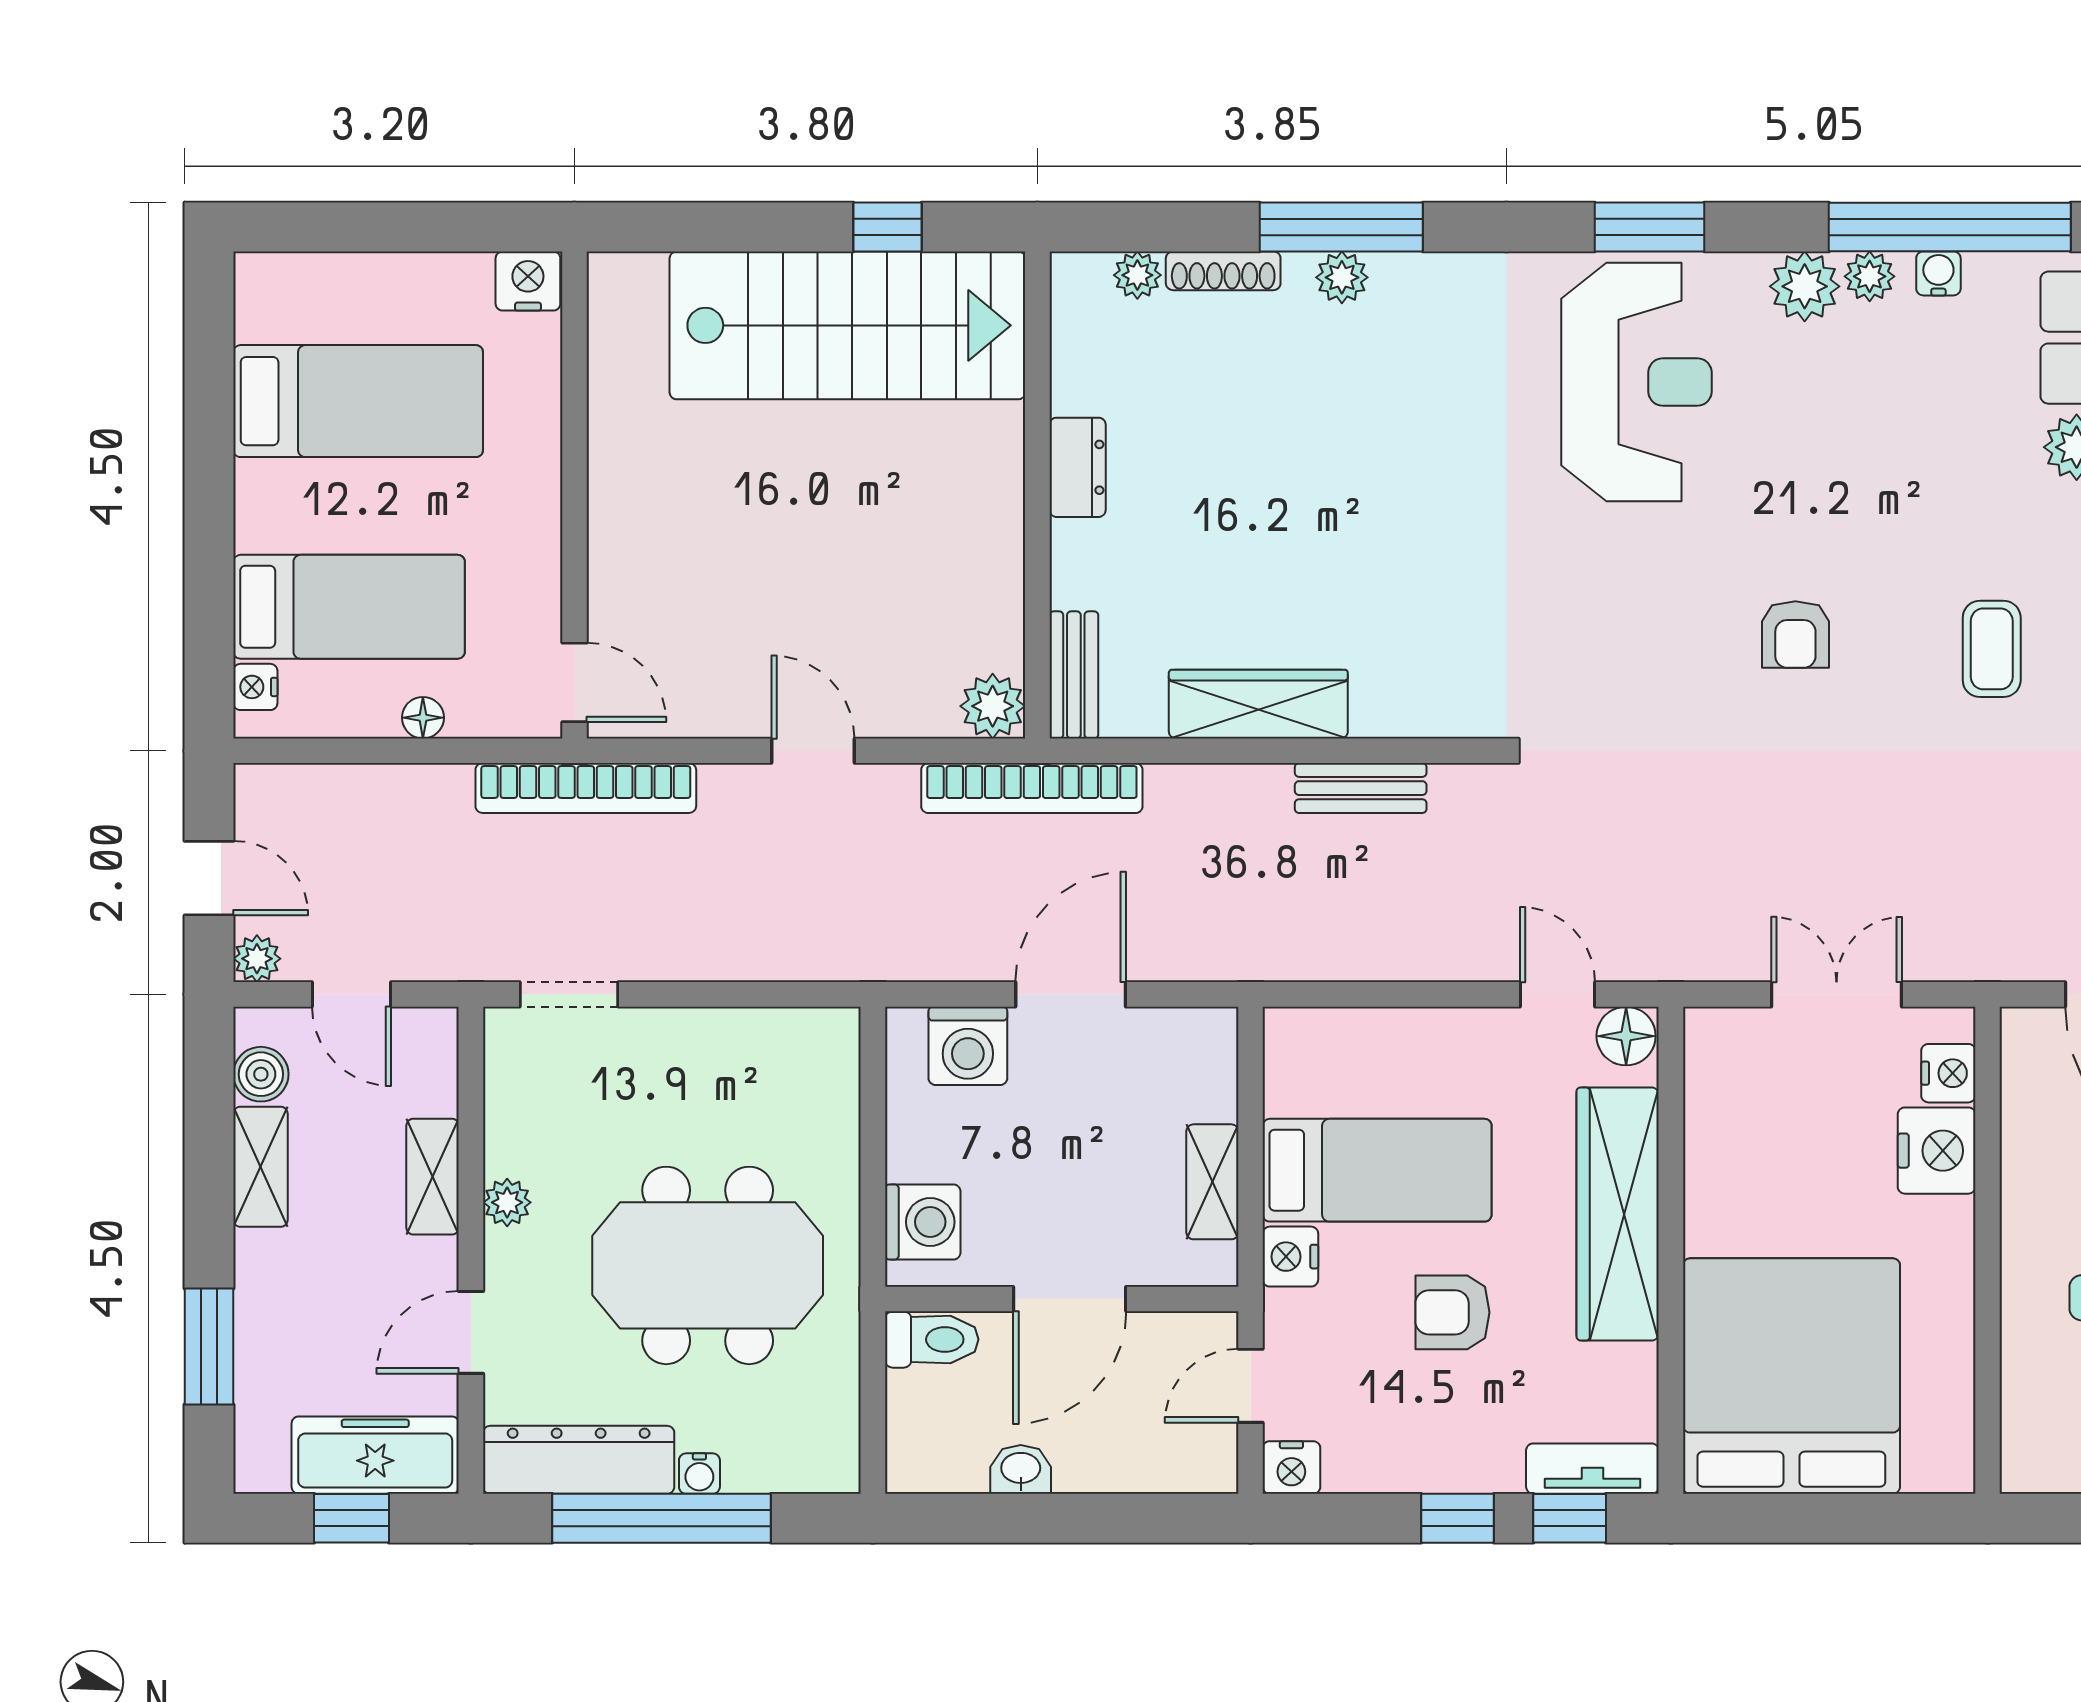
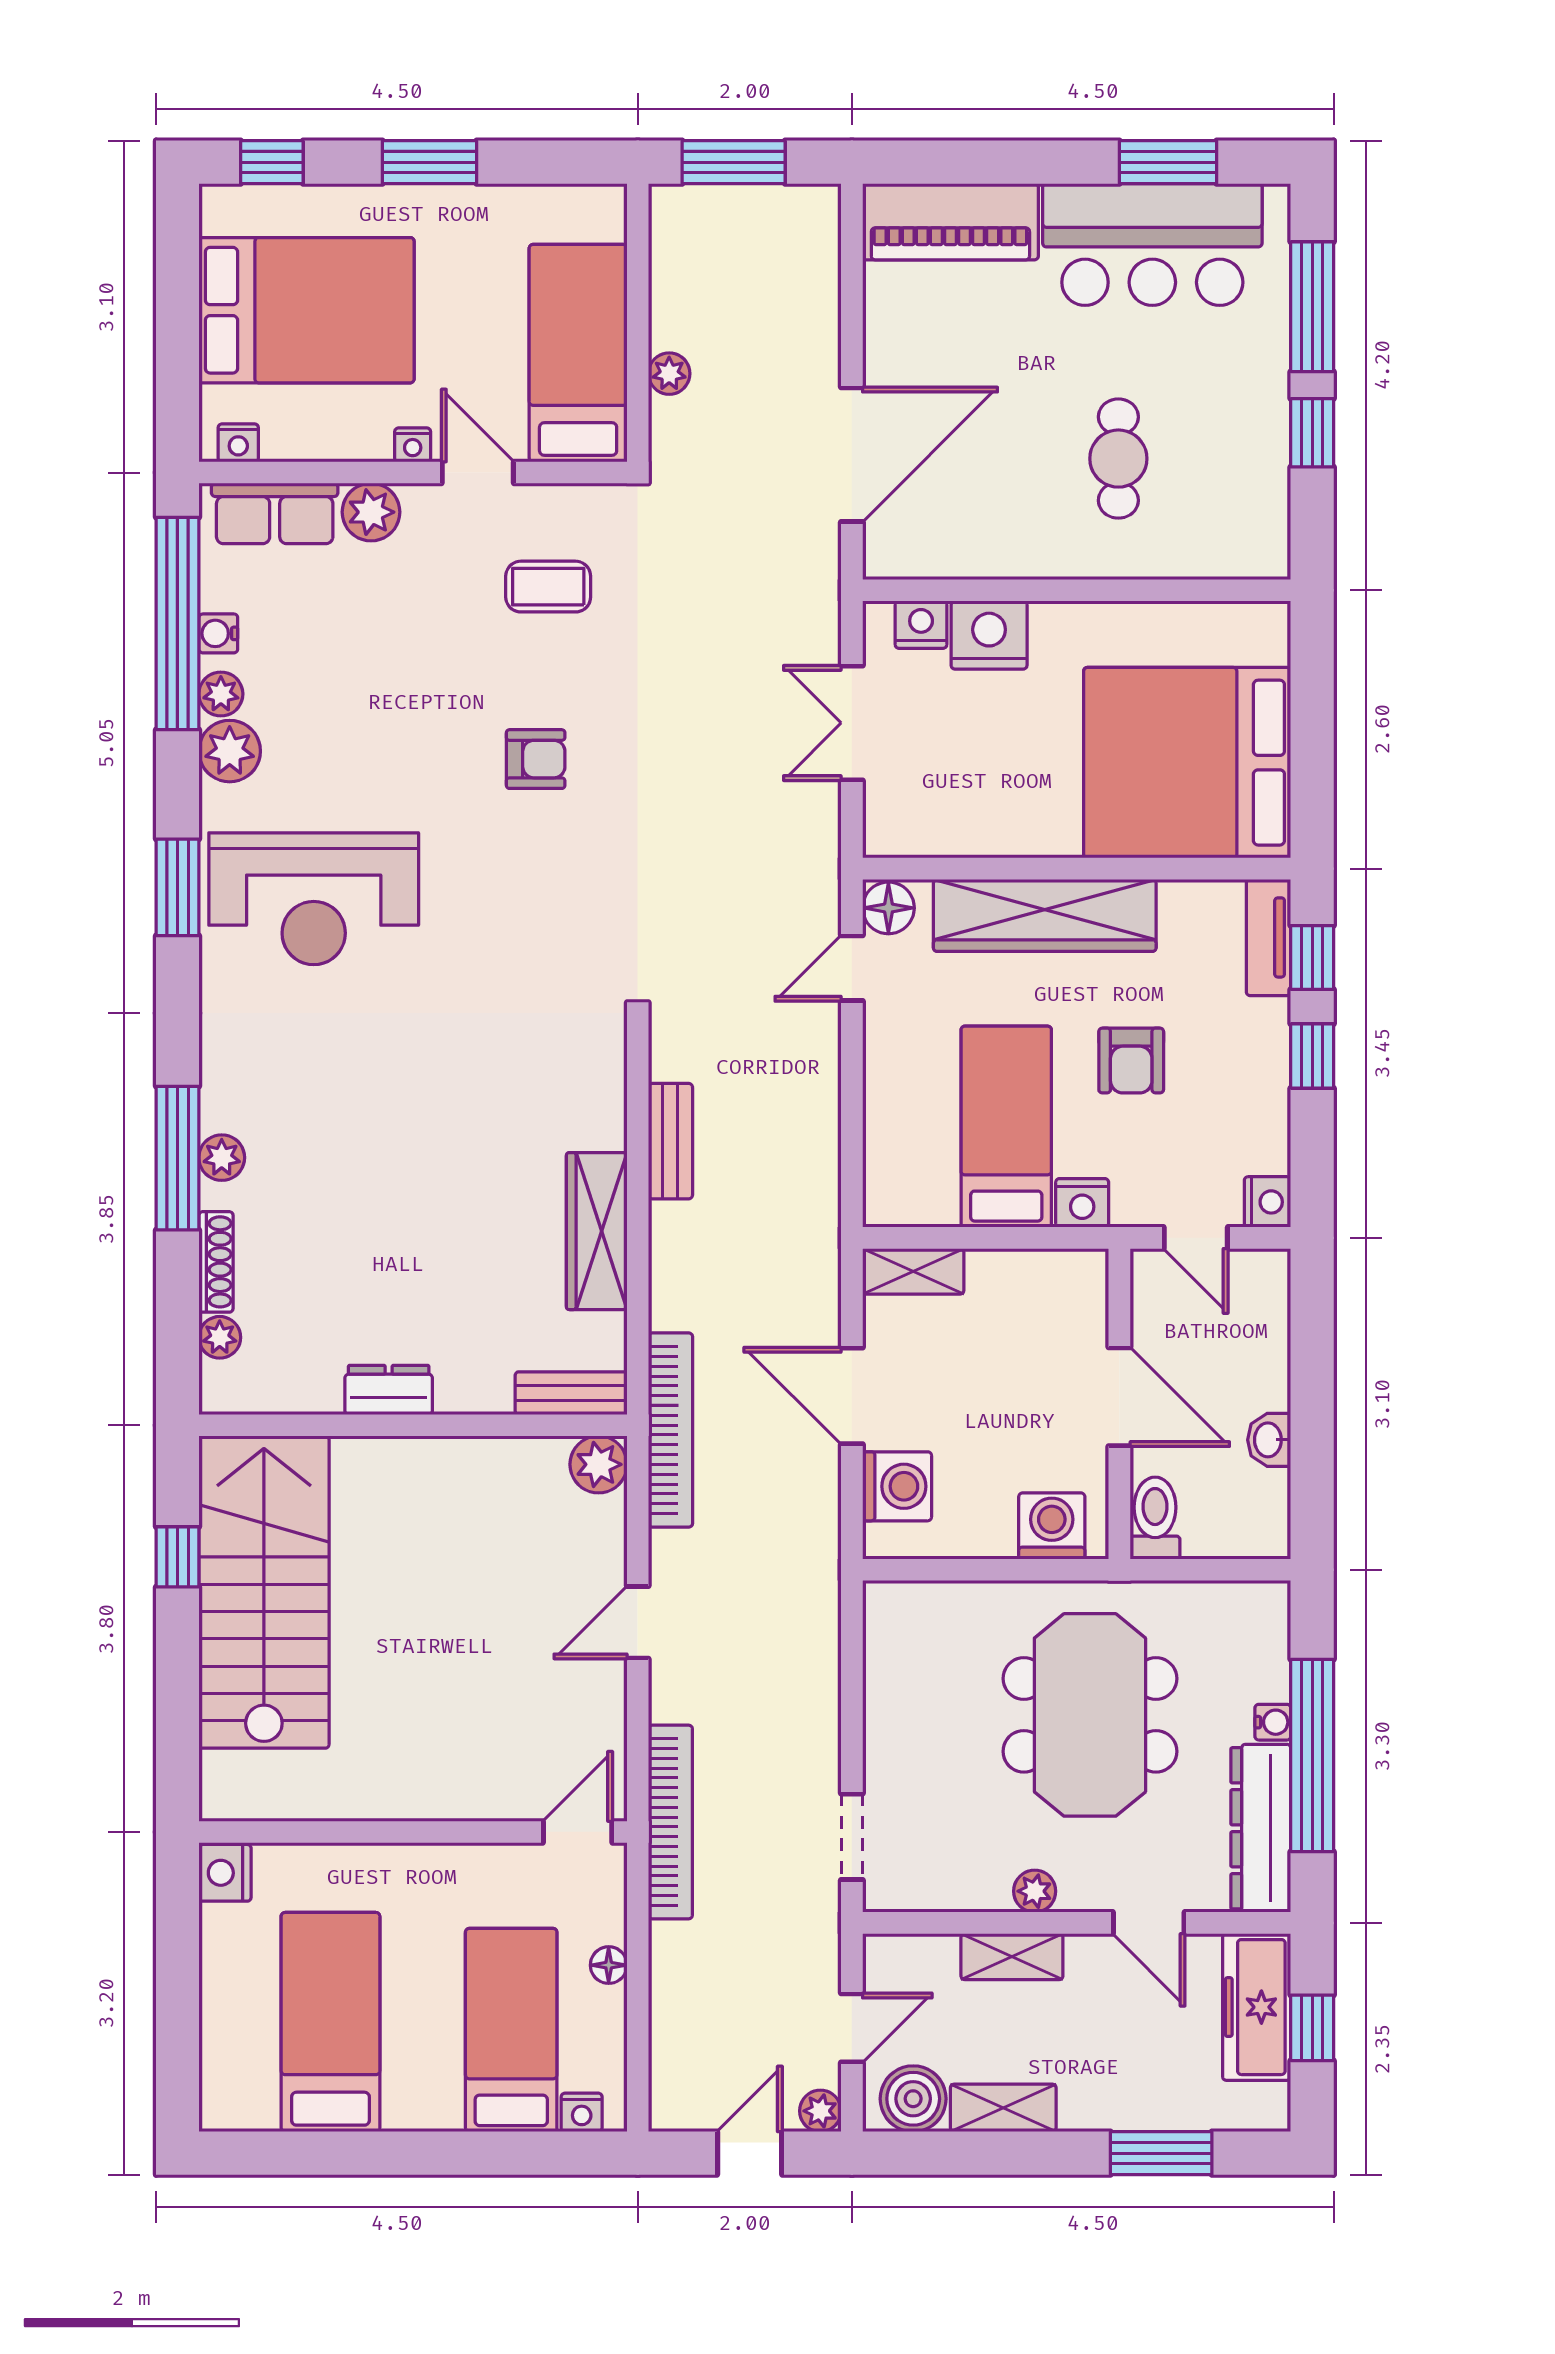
reception desk: (1636, 382) -> (314, 899), turned 180
boiler: (261, 1074) -> (913, 2099), width x1.36, depth x1.36
shelving: (1212, 1182) -> (913, 1271), moved

